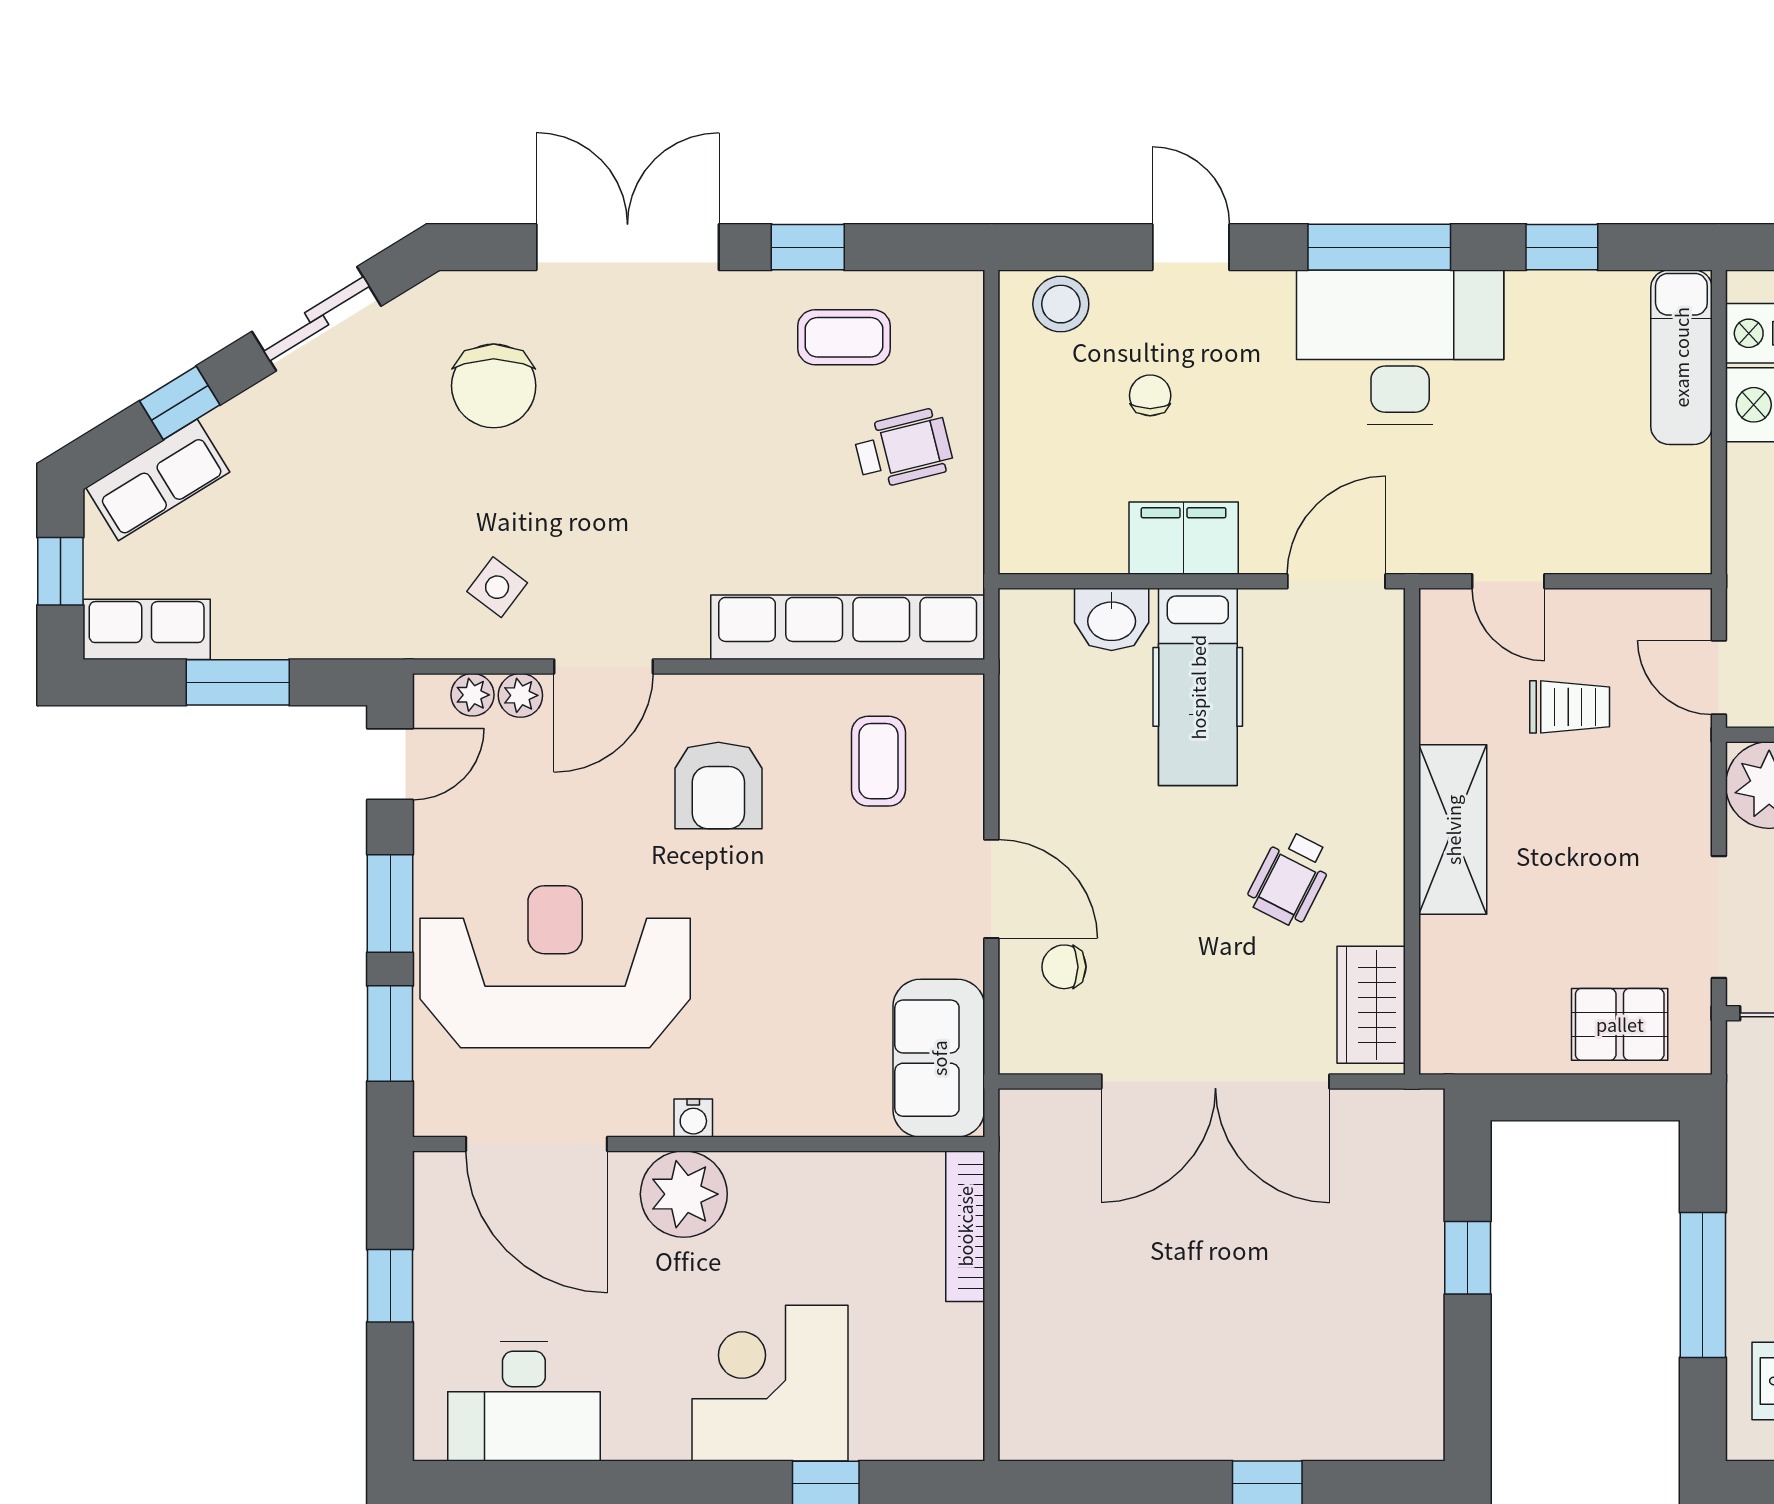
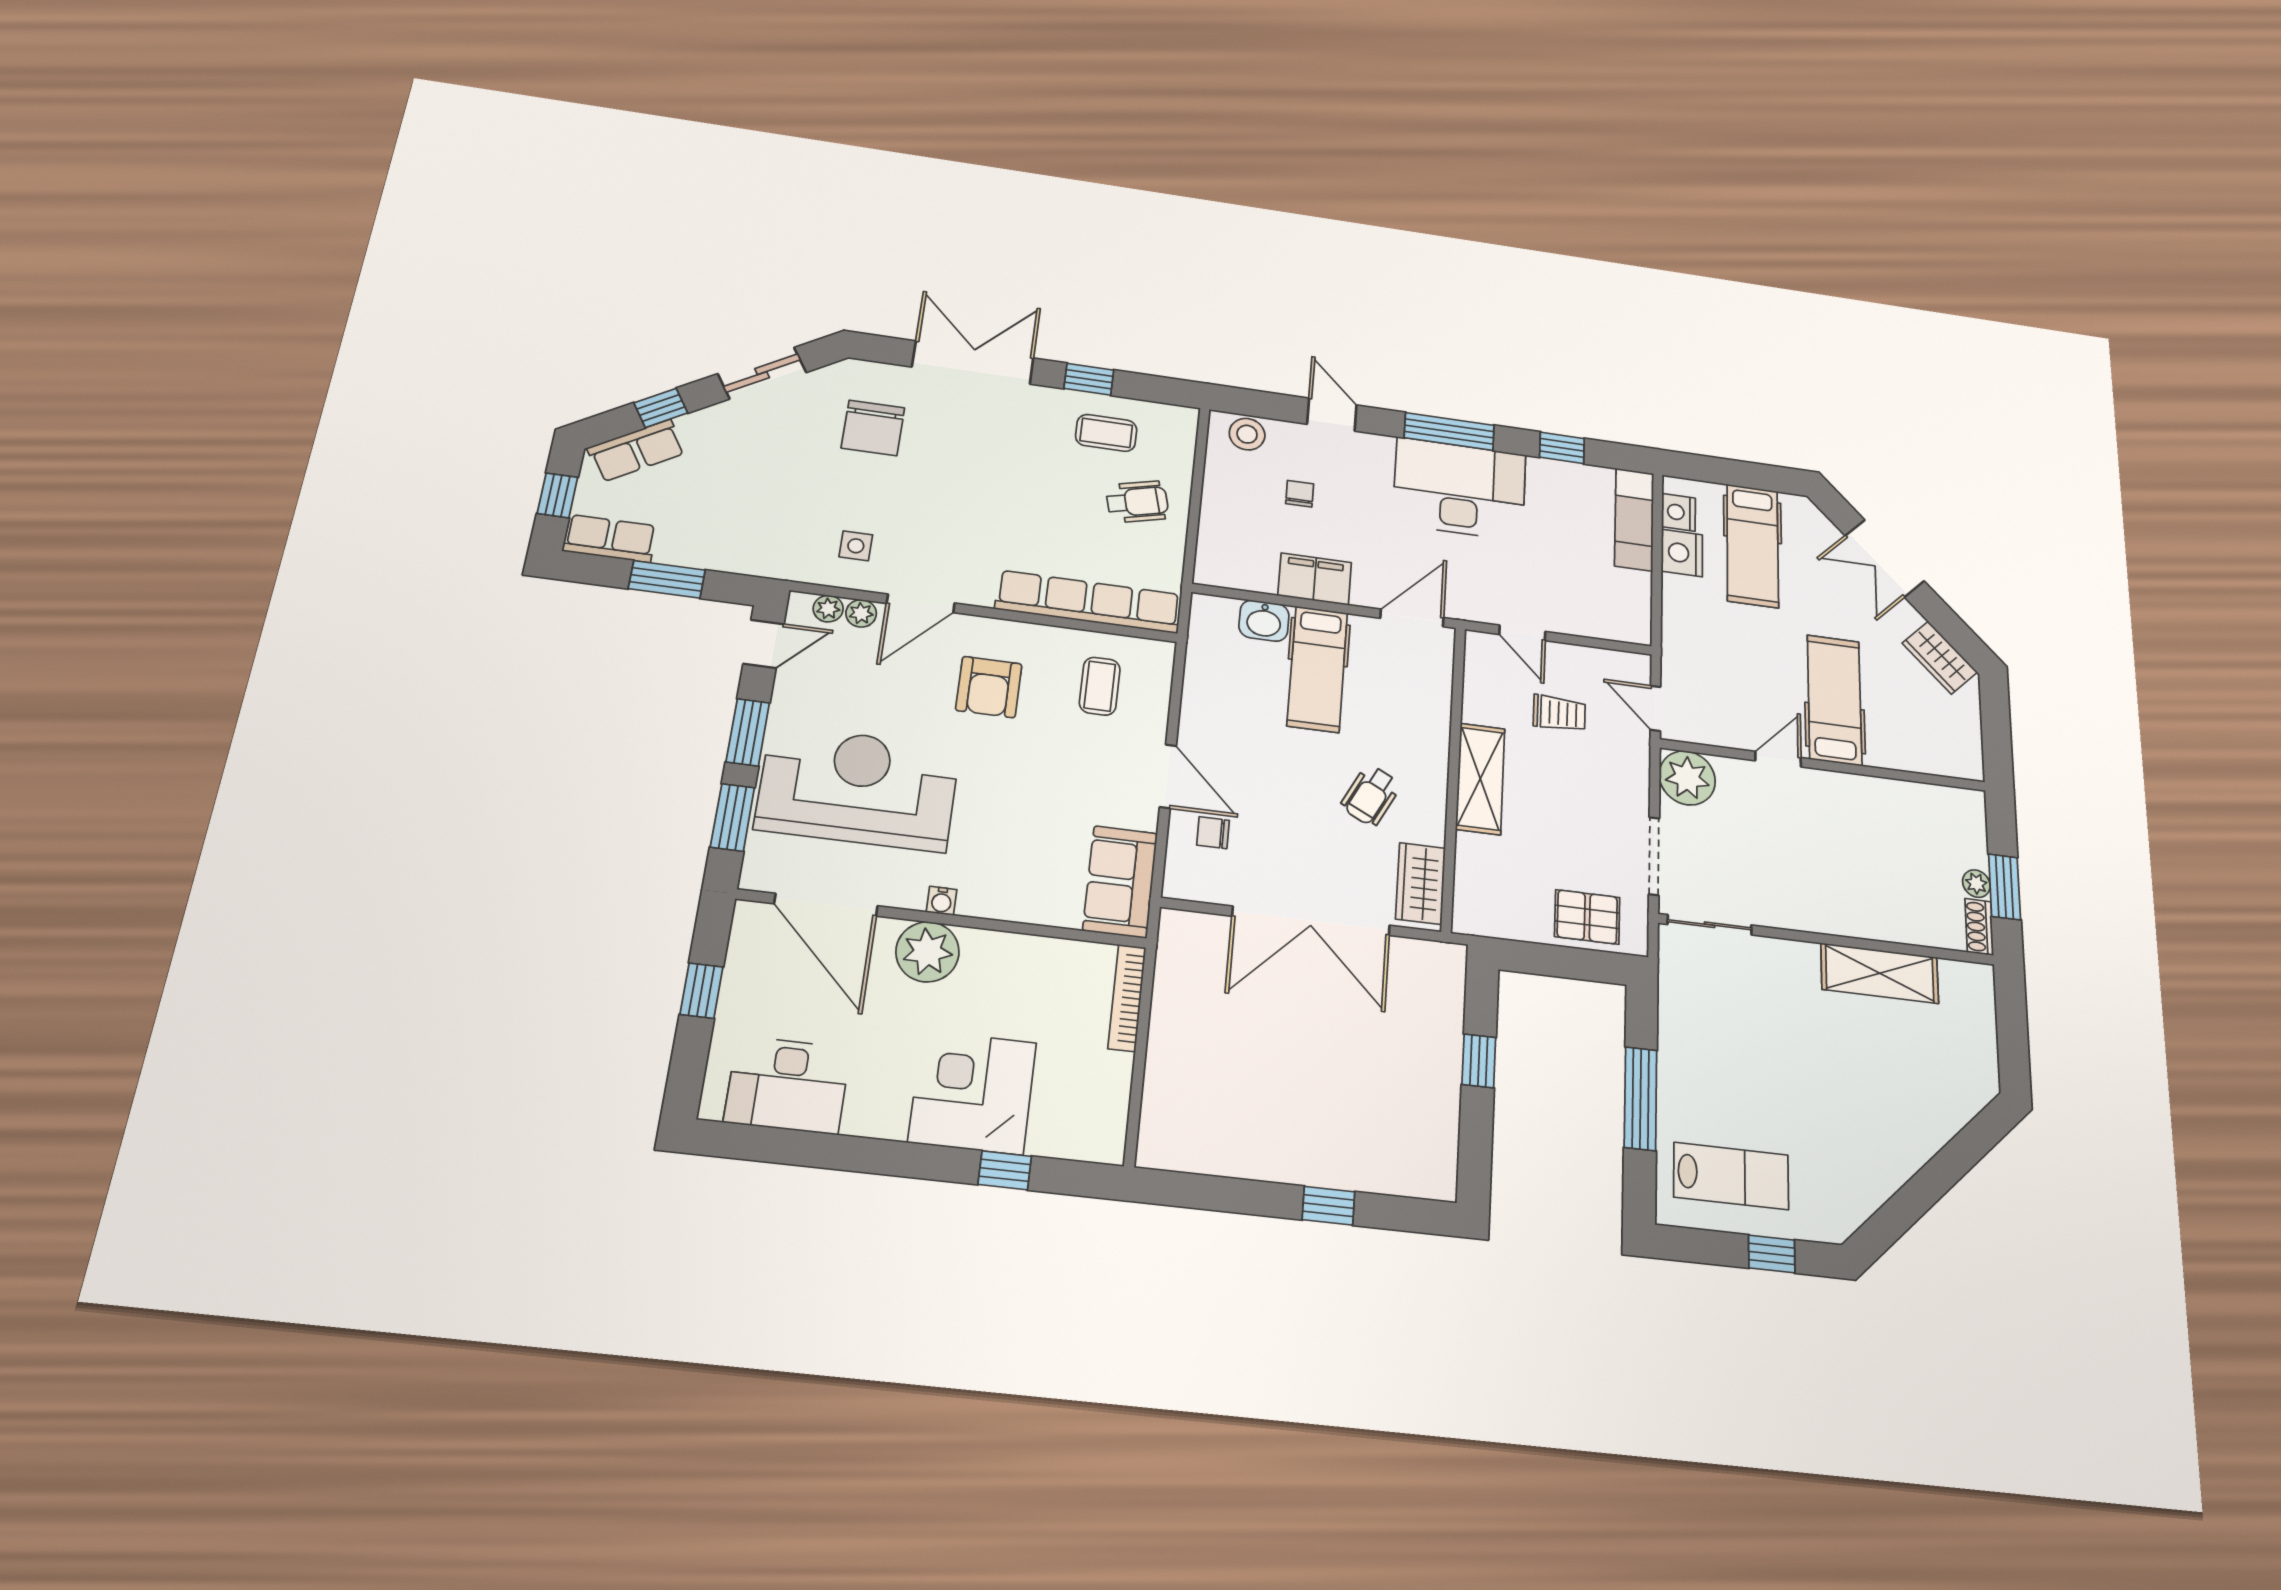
side table: (497, 587) -> (856, 546), turned -37

